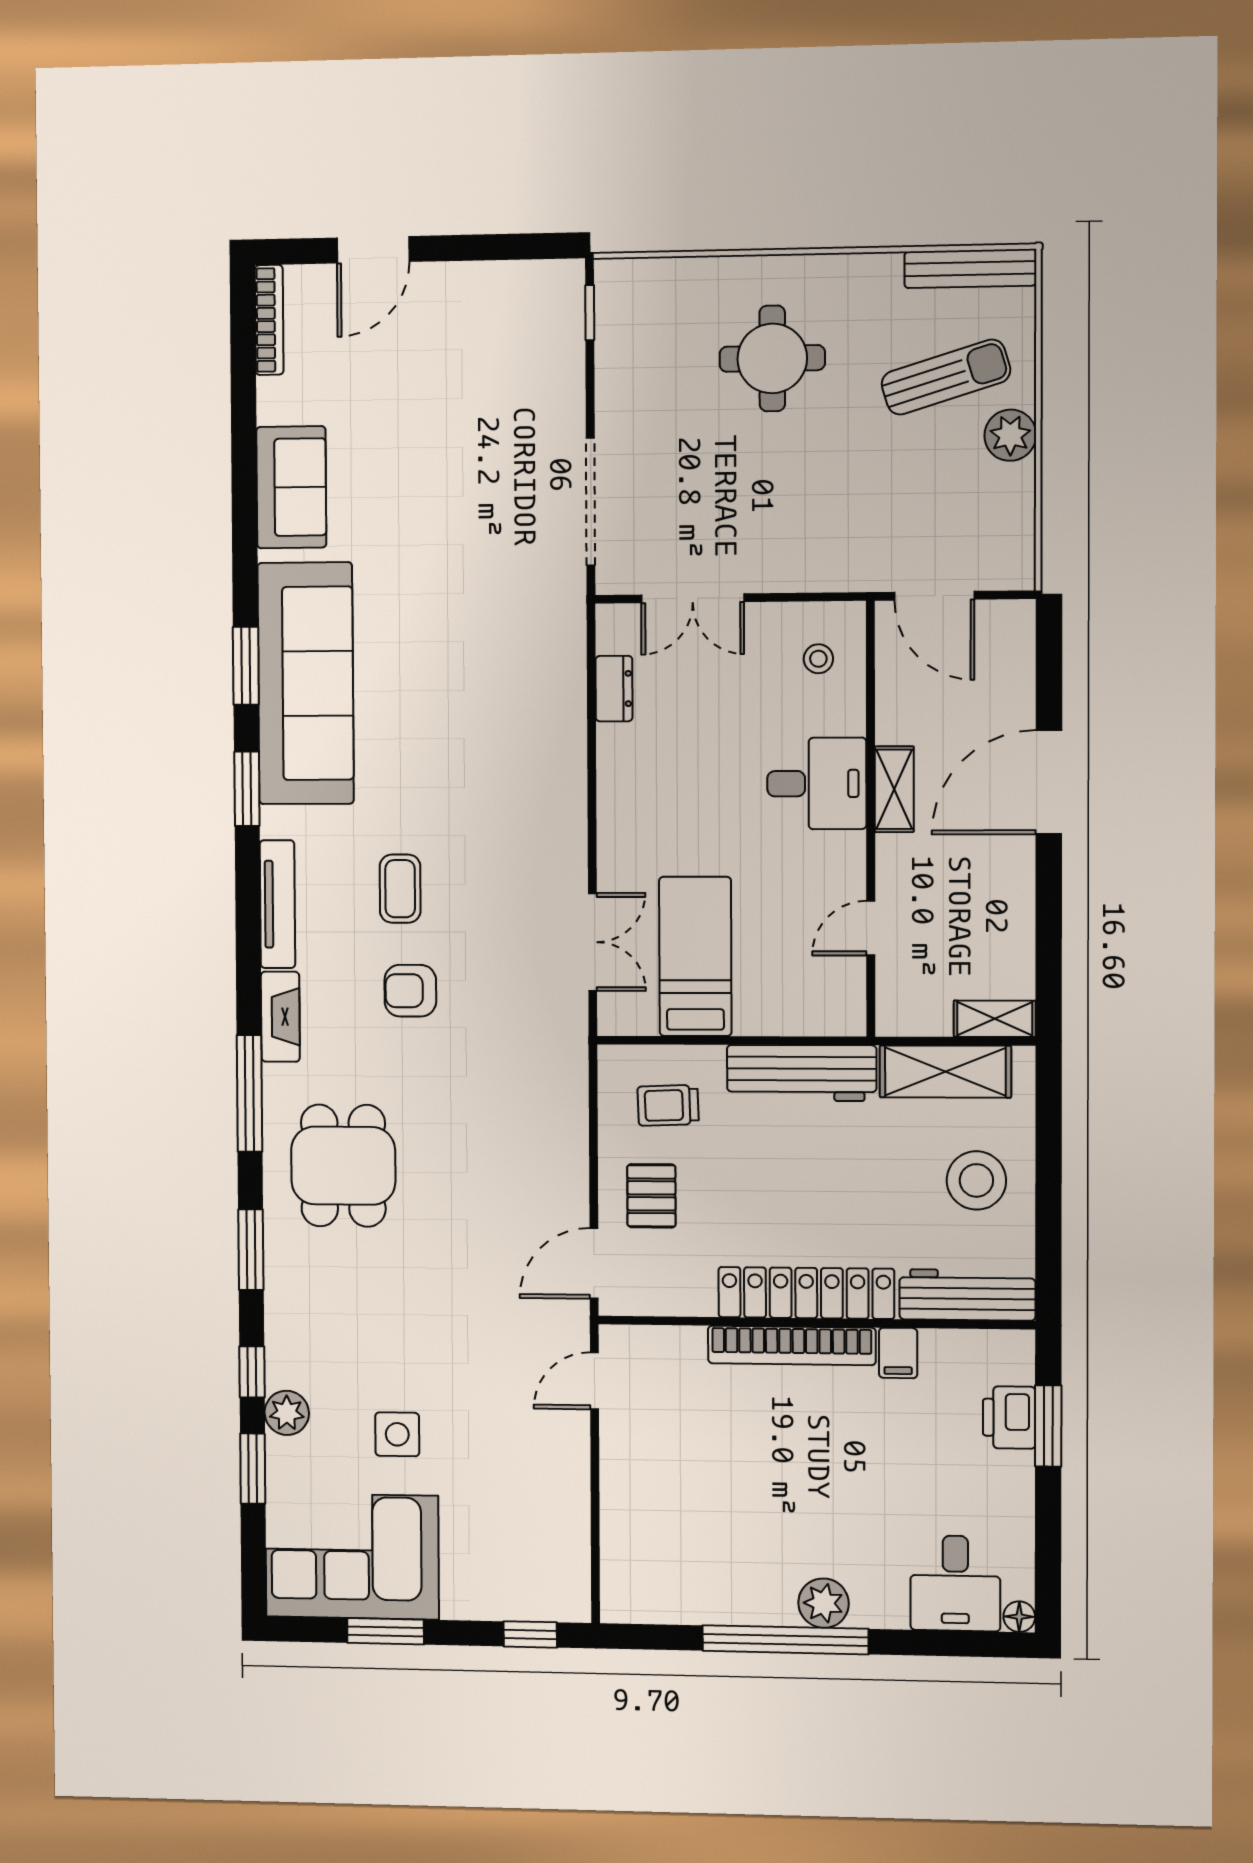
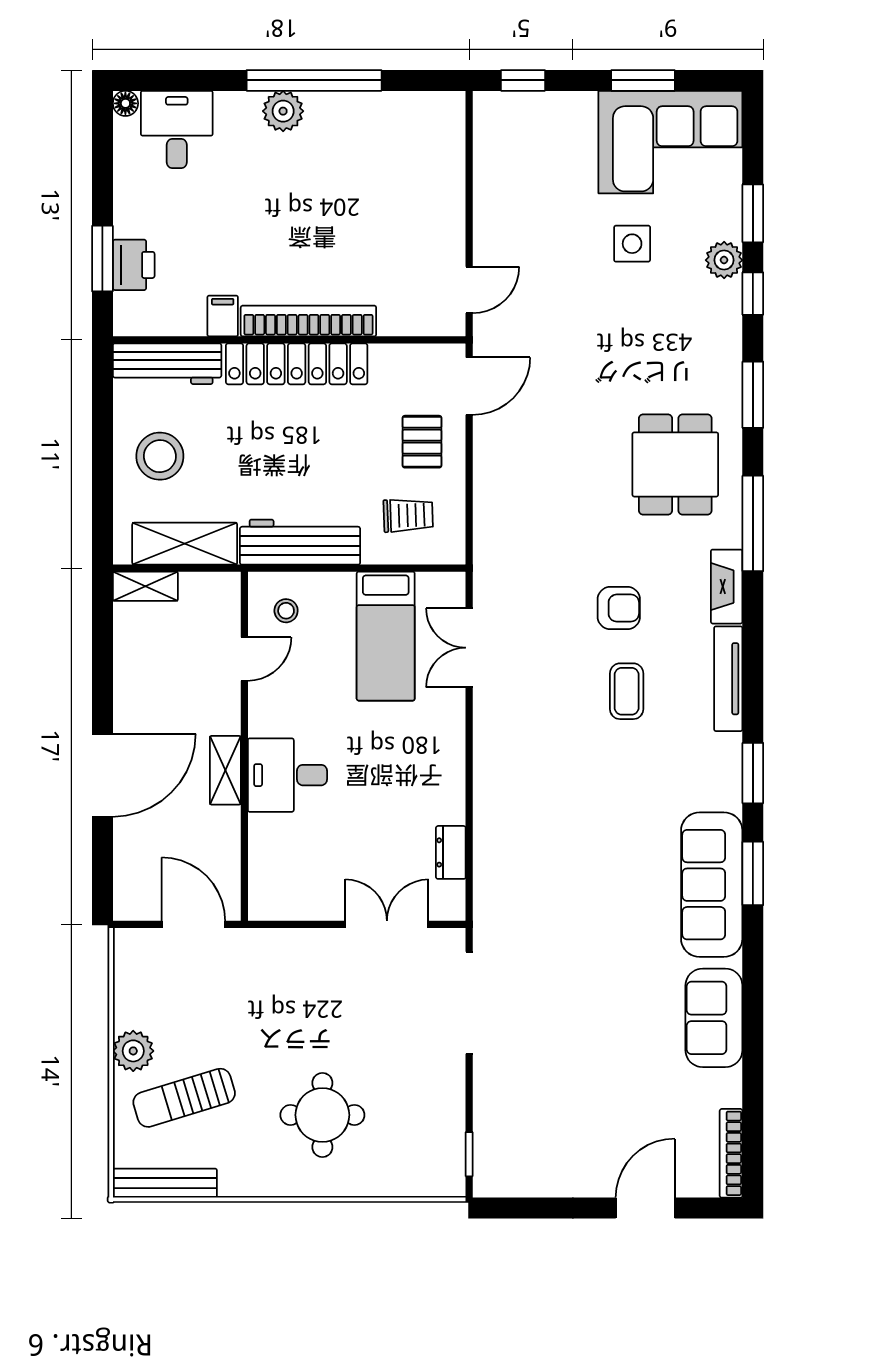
stool: (818, 659) -> (286, 611), moved
sofa: (306, 683) -> (712, 885), width x0.74, depth x0.79

